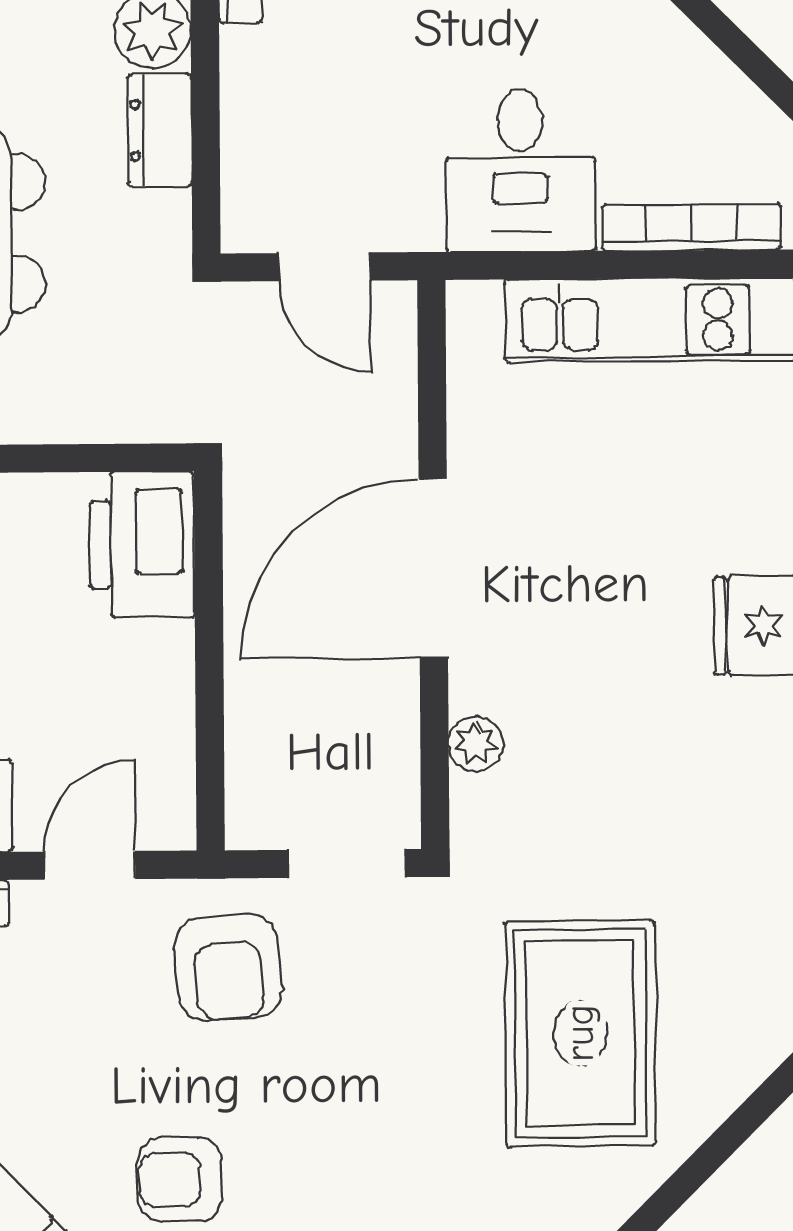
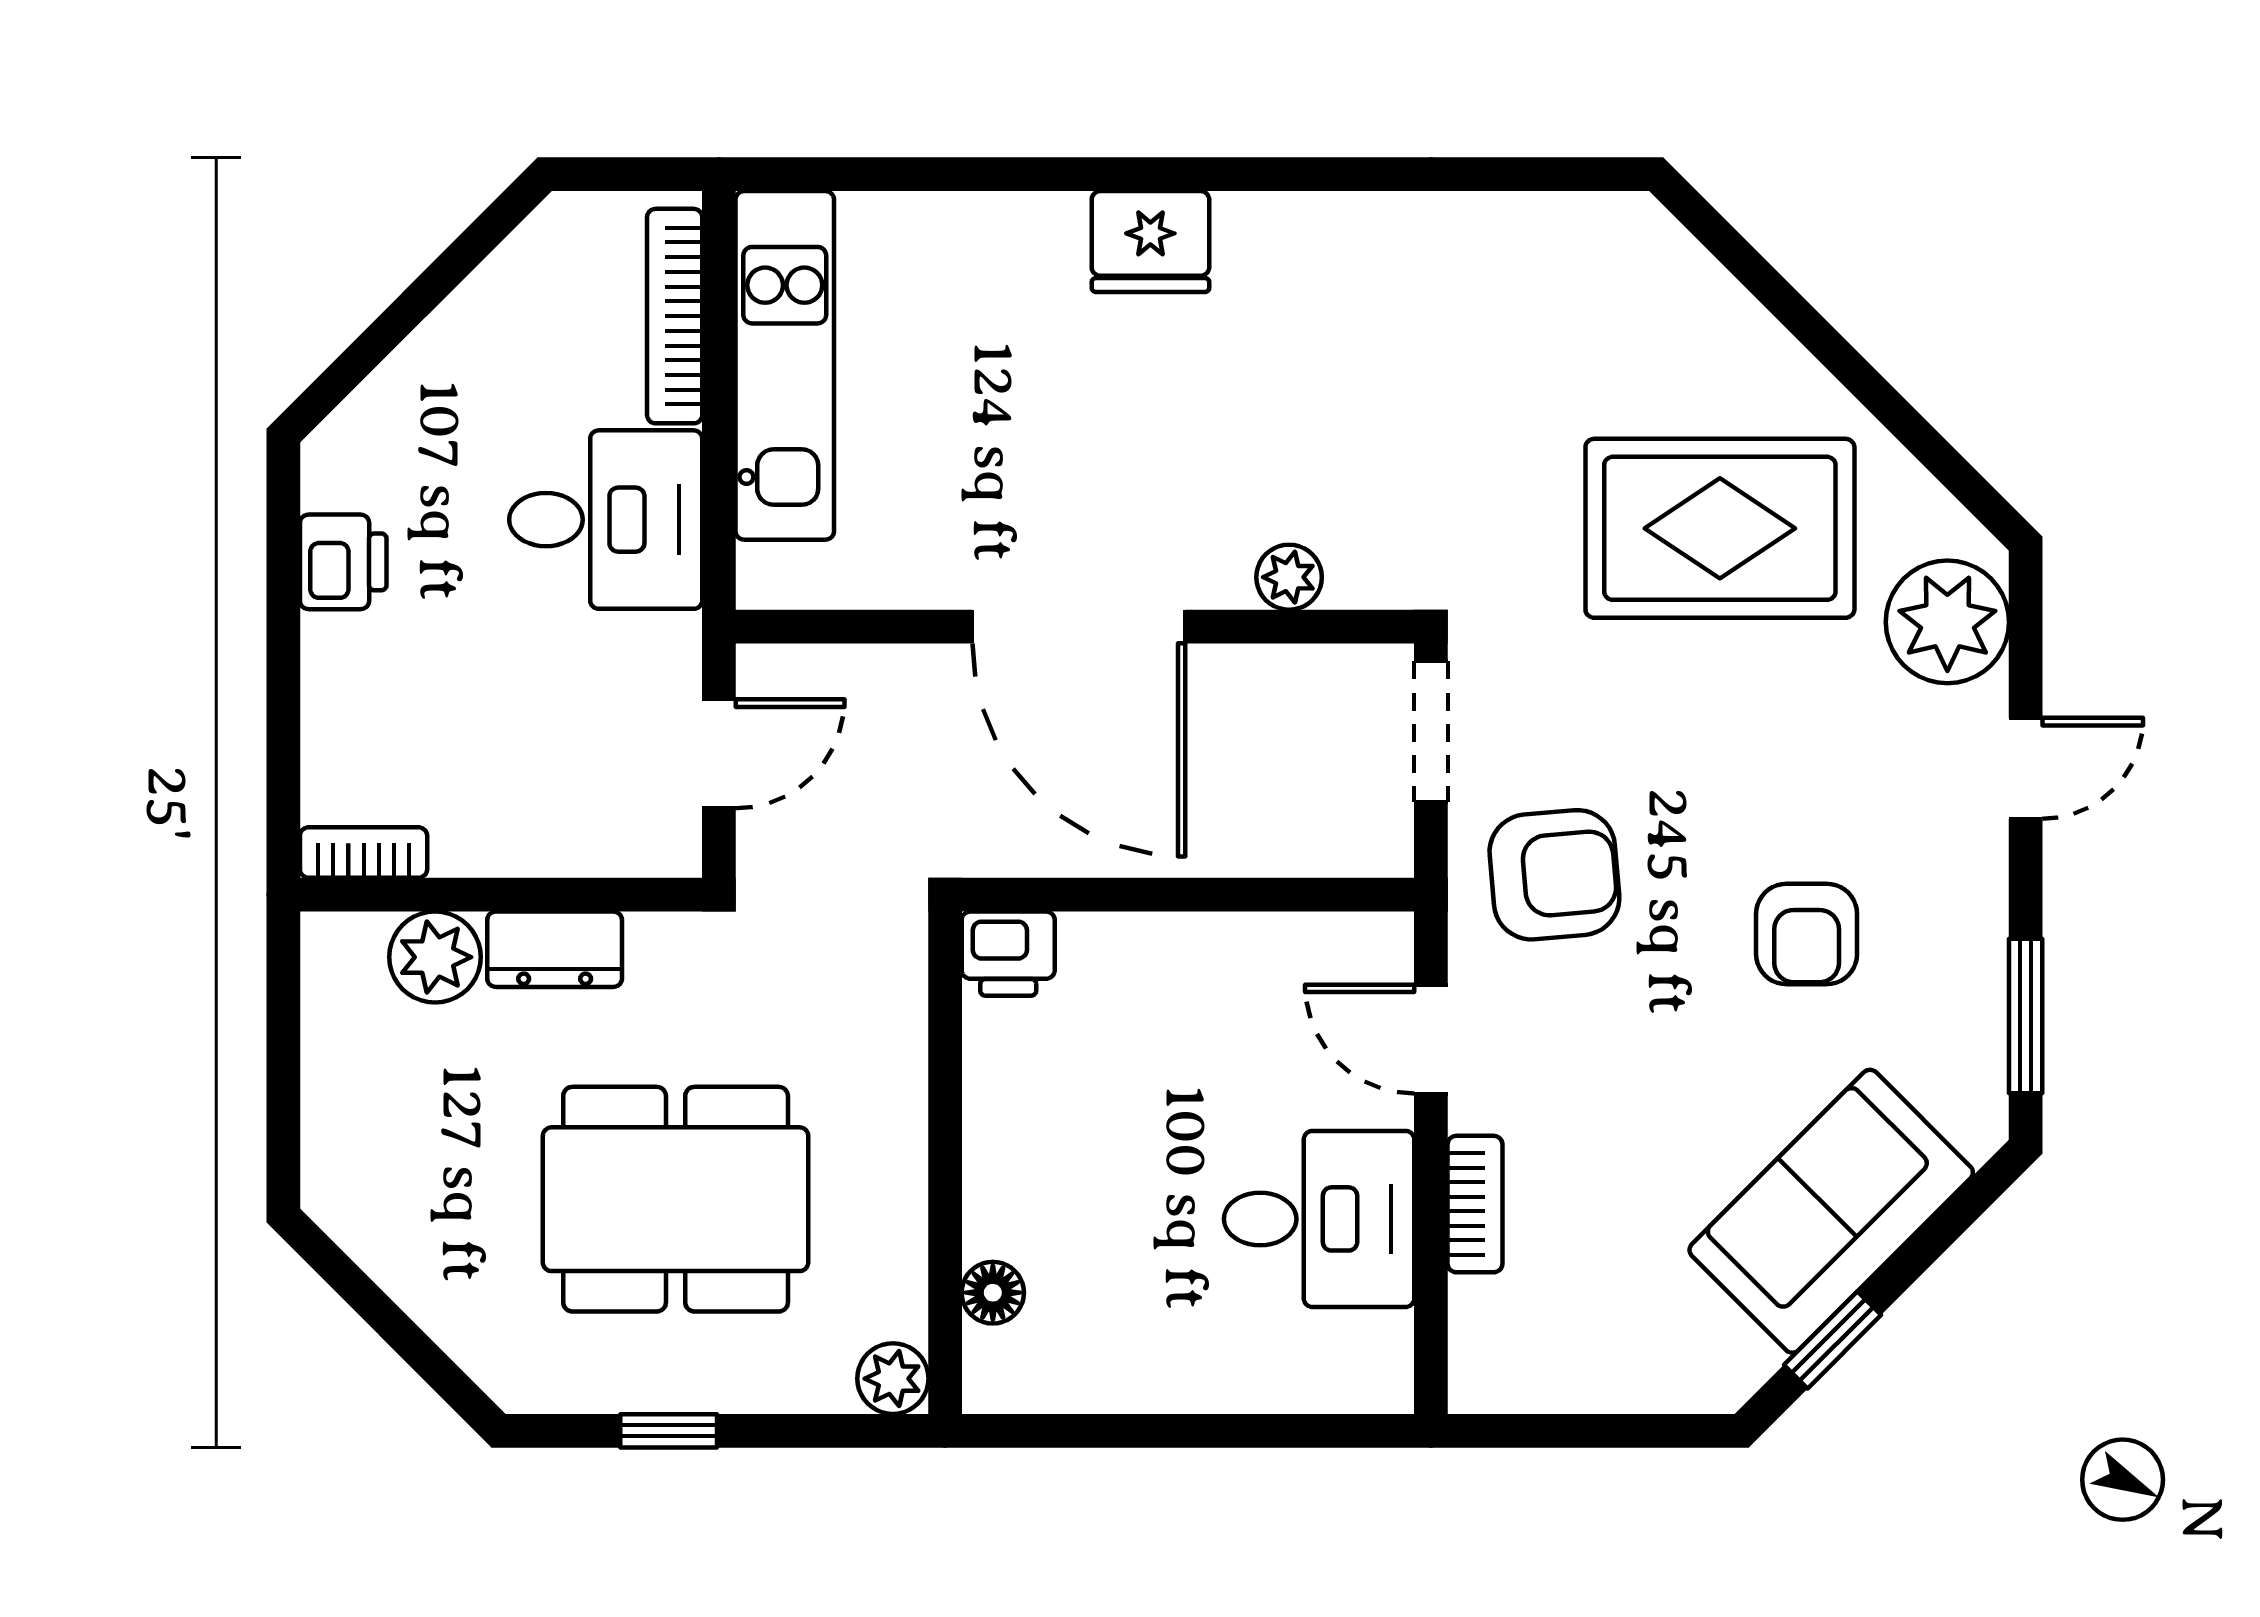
printer: (142, 545) -> (1008, 954), width x0.53, depth x0.68
rug: (580, 1033) -> (1720, 528), moved

